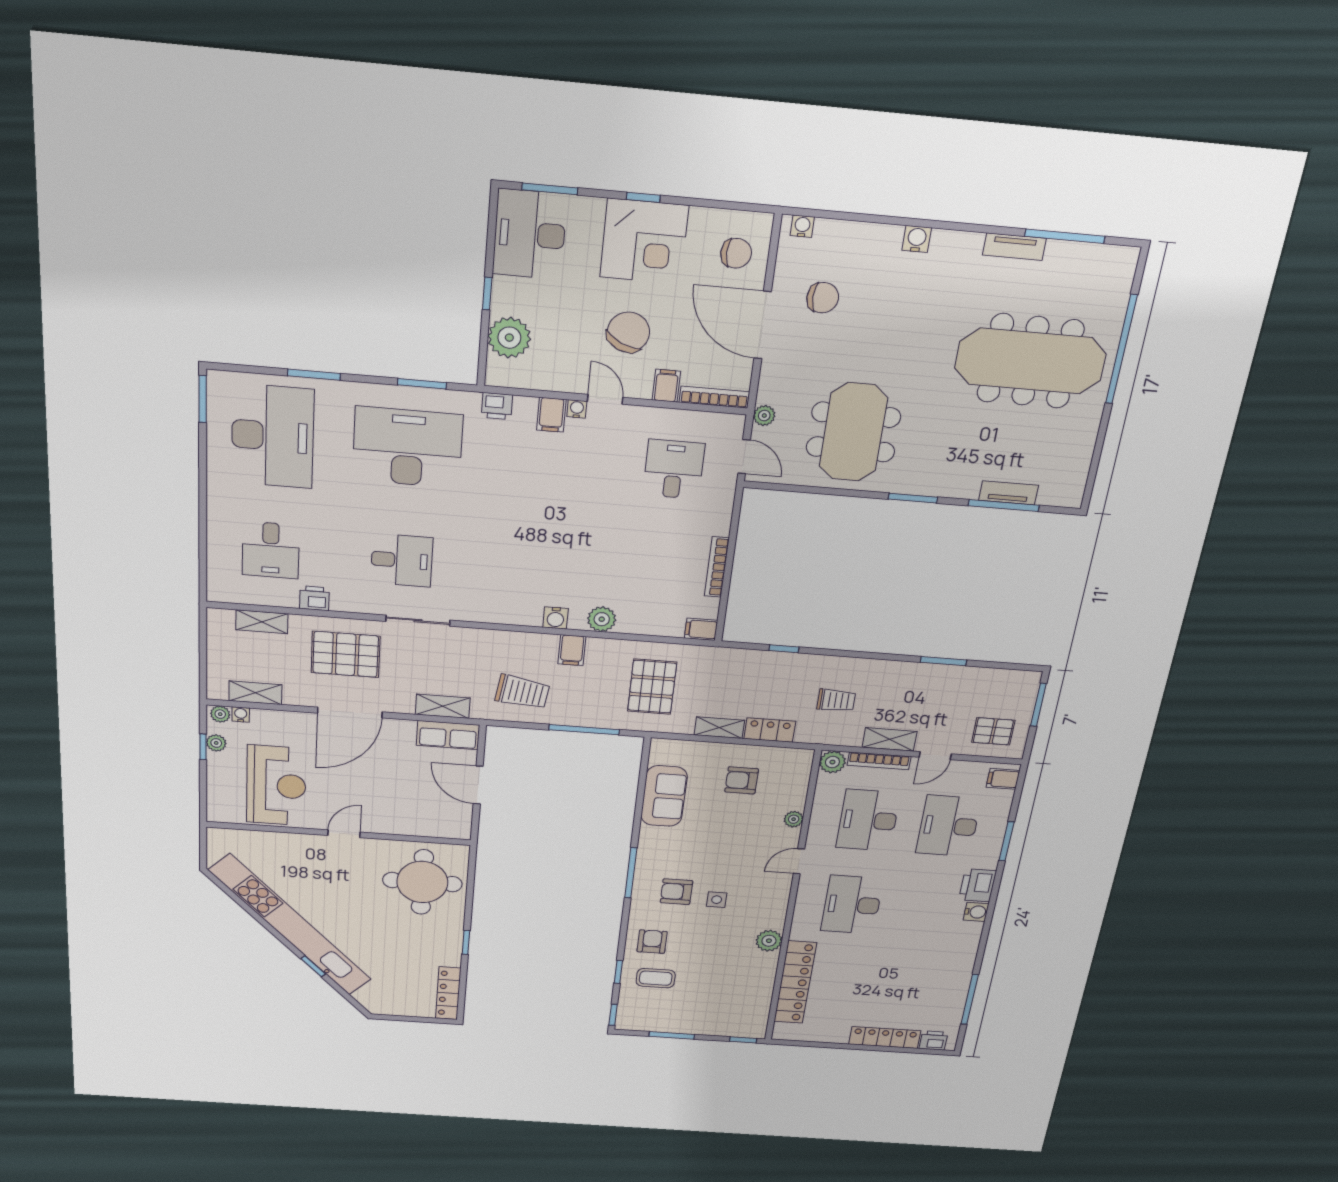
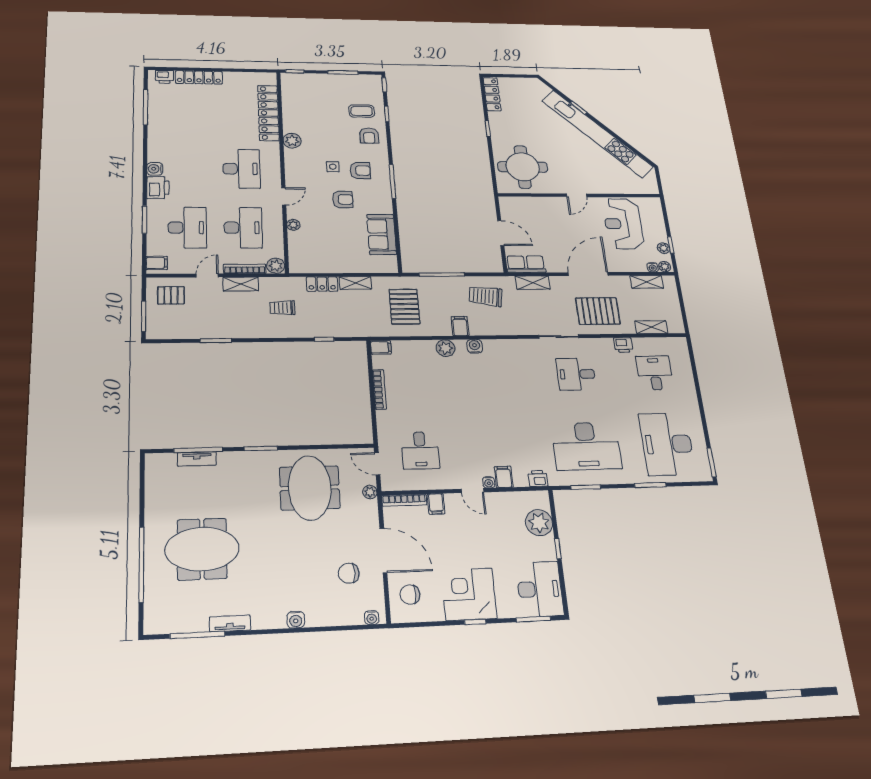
chair: (628, 332) -> (467, 535), removed
meeting table: (1030, 361) -> (202, 549), width x0.73
armchair: (742, 780) -> (343, 199), moved

